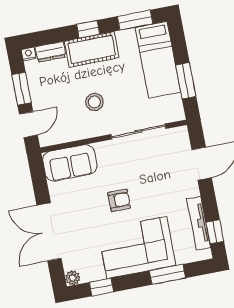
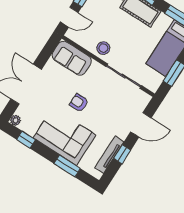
stool: (94, 102) -> (103, 48), moved
armchair: (119, 200) -> (79, 103), turned 180
window: (215, 232) -> (122, 154), moved

